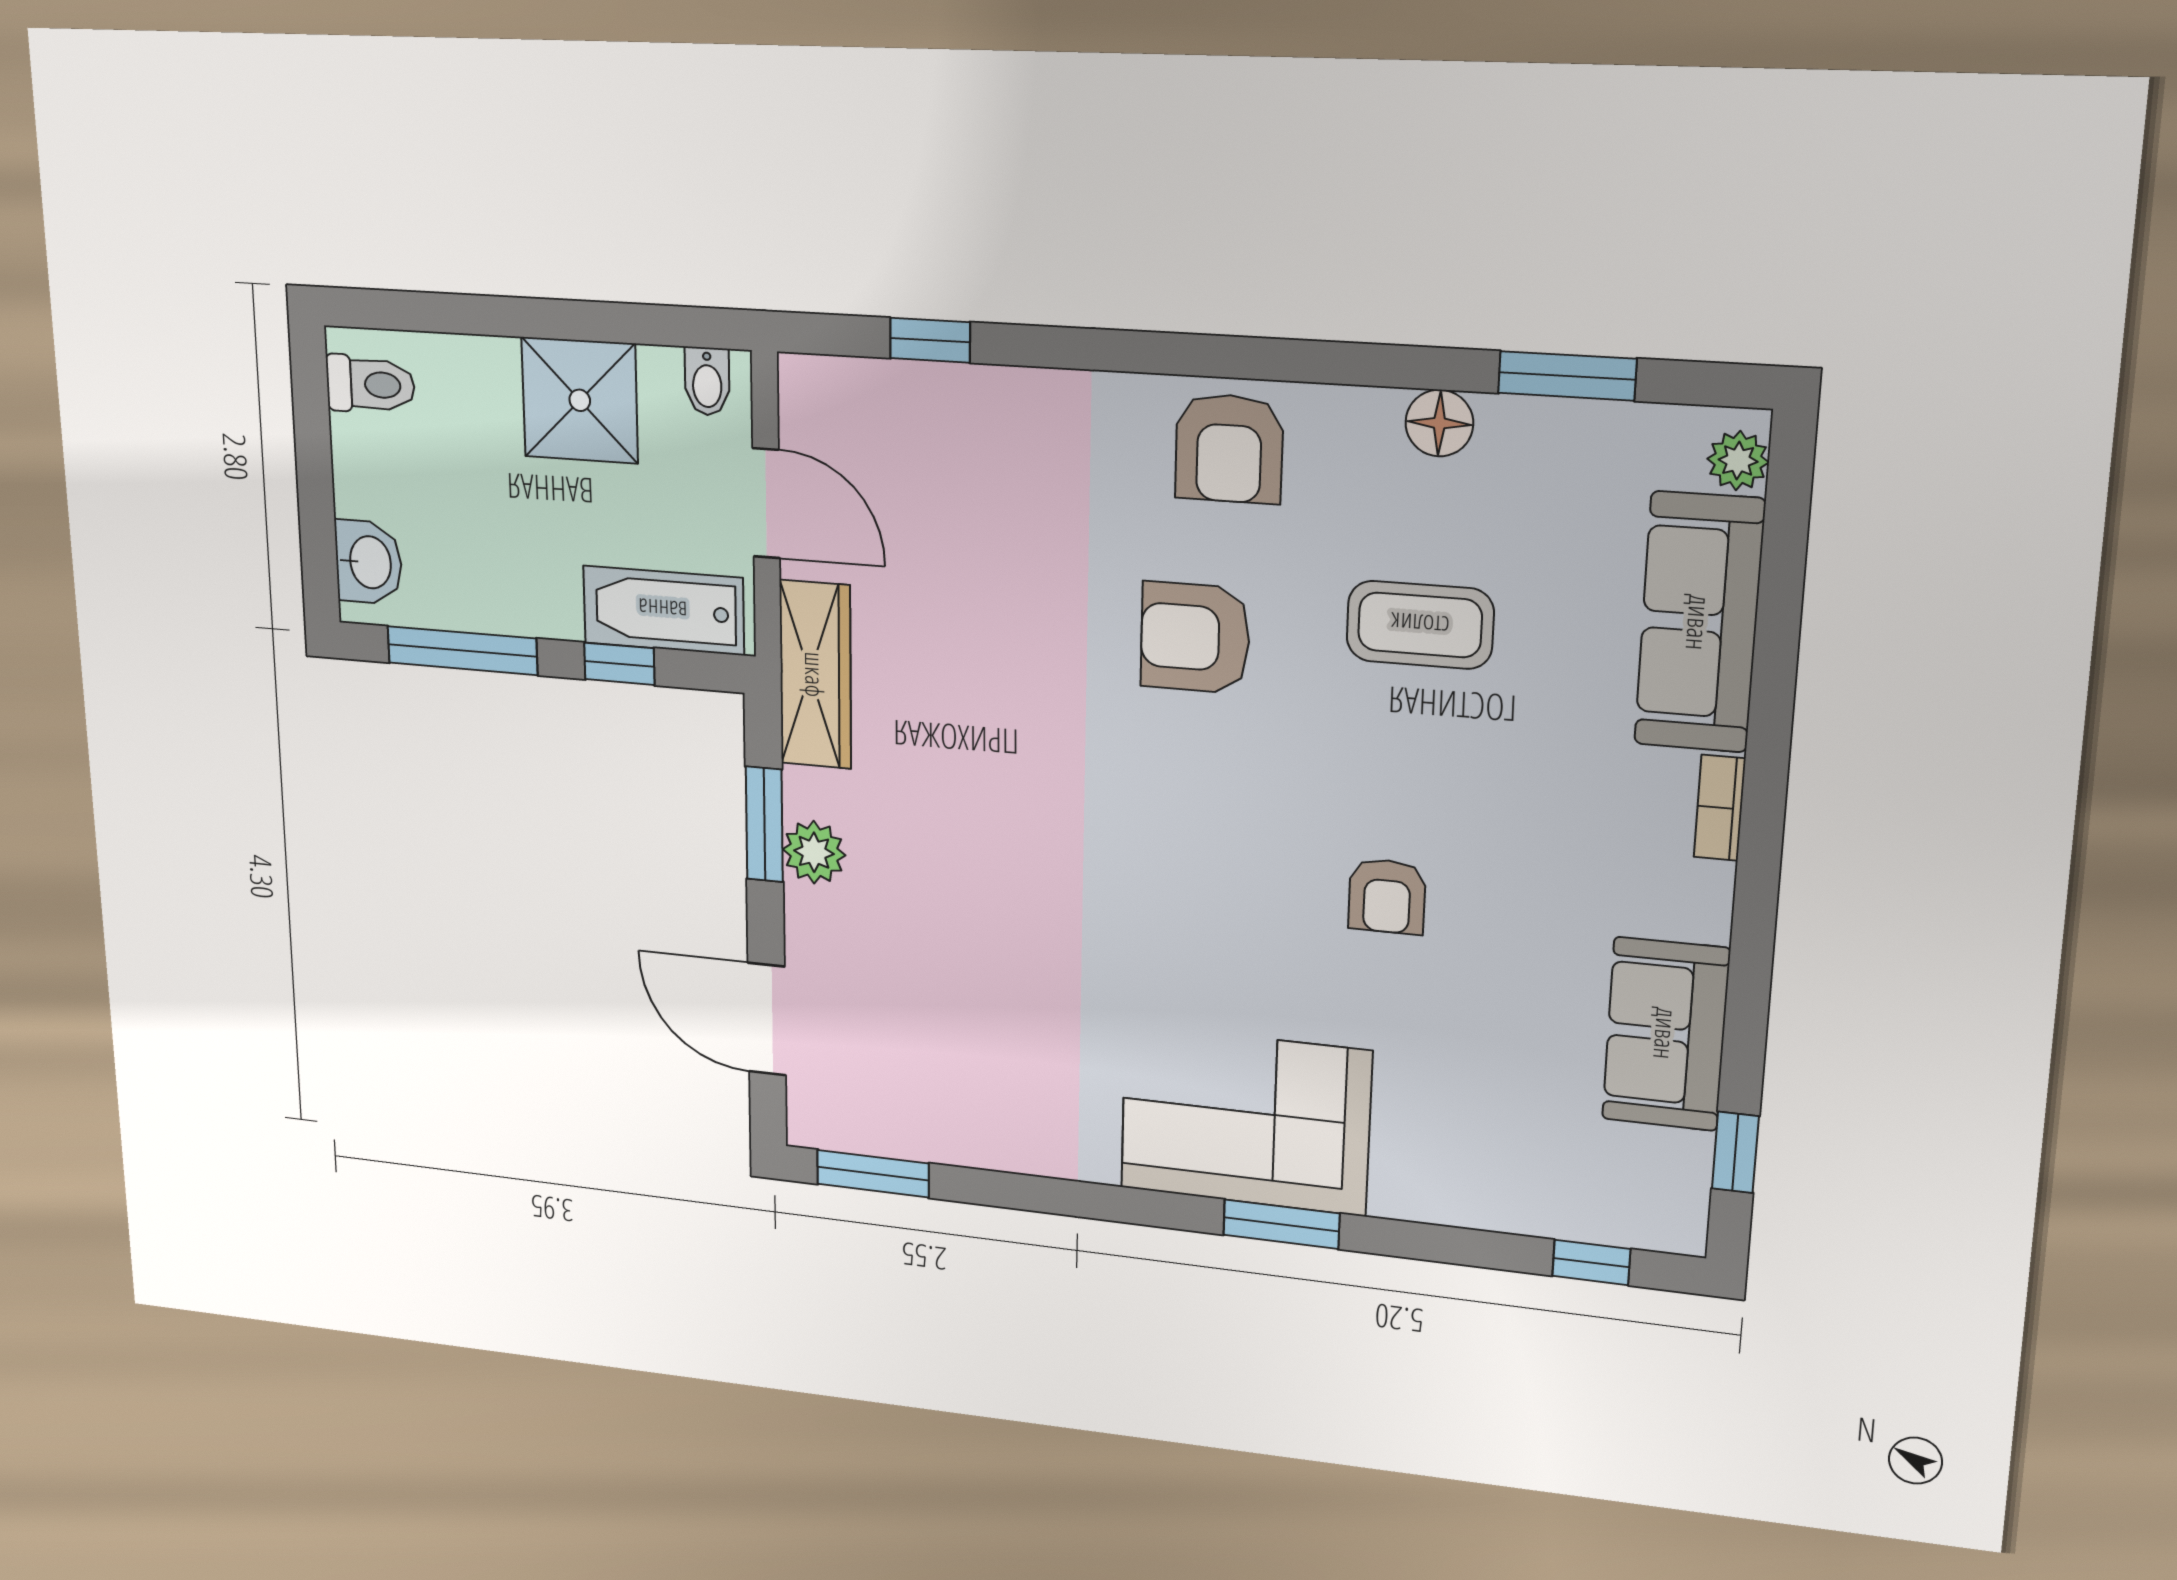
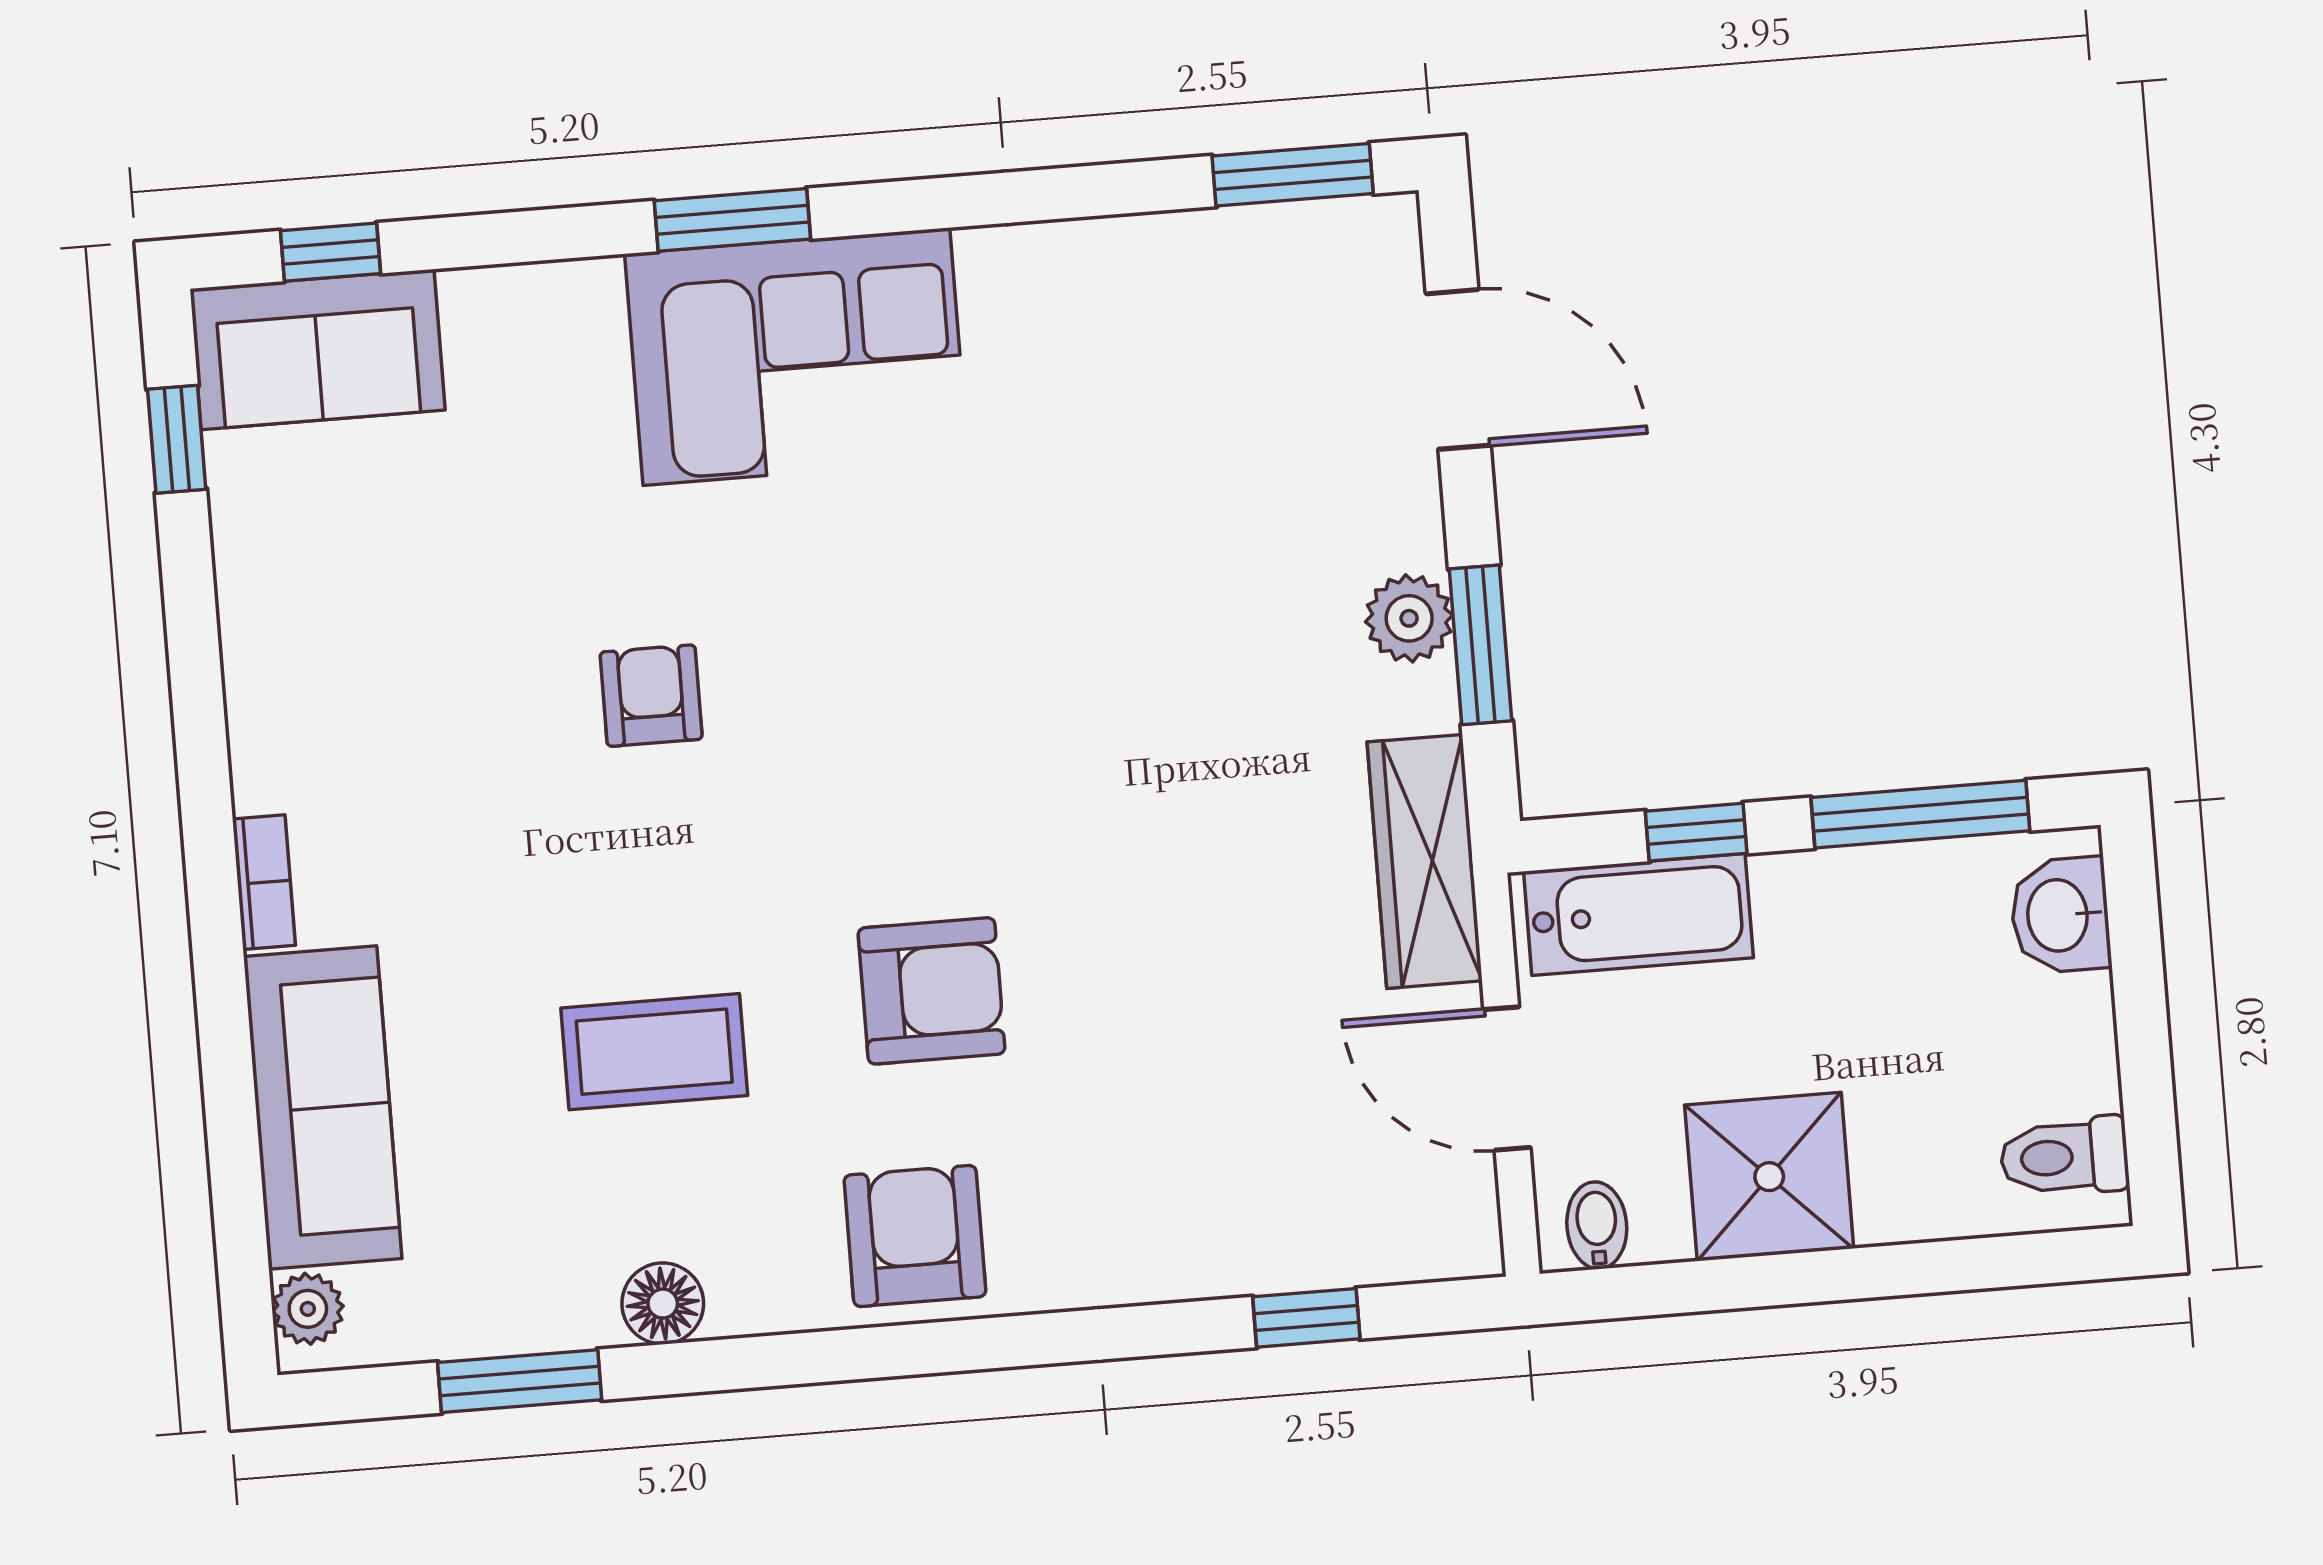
sofa: (1666, 1034) -> (317, 349), moved, turned 90

